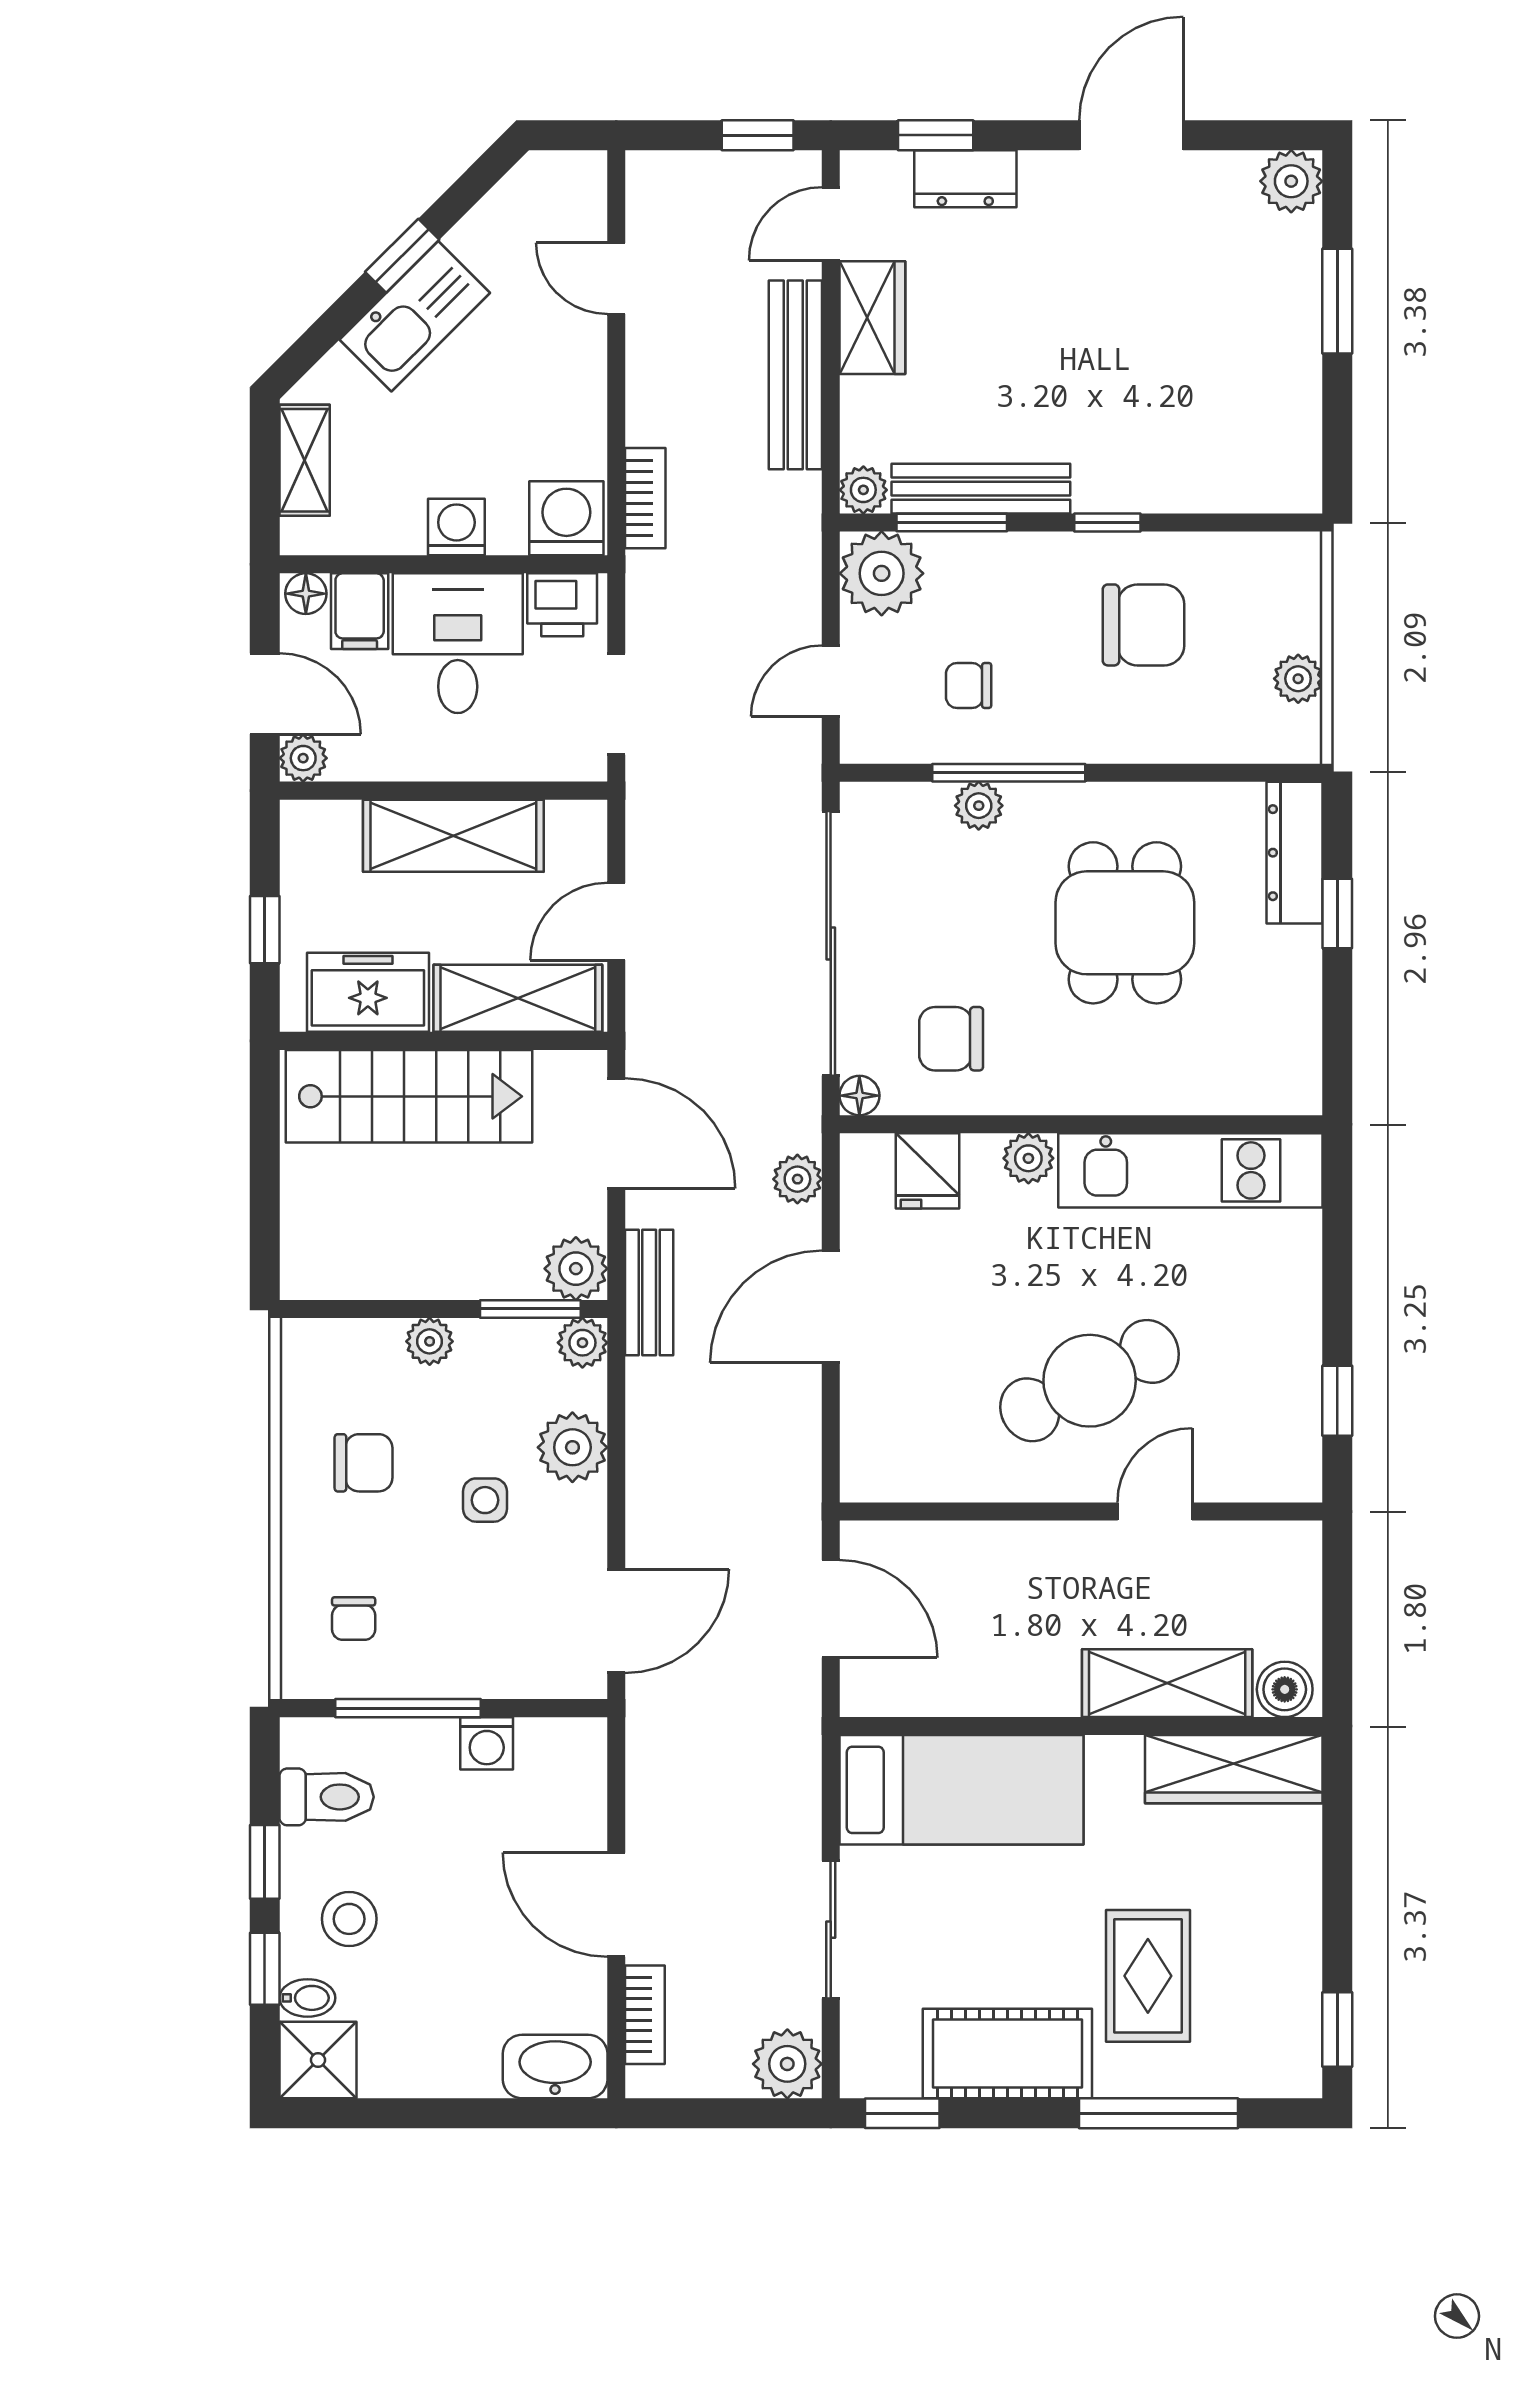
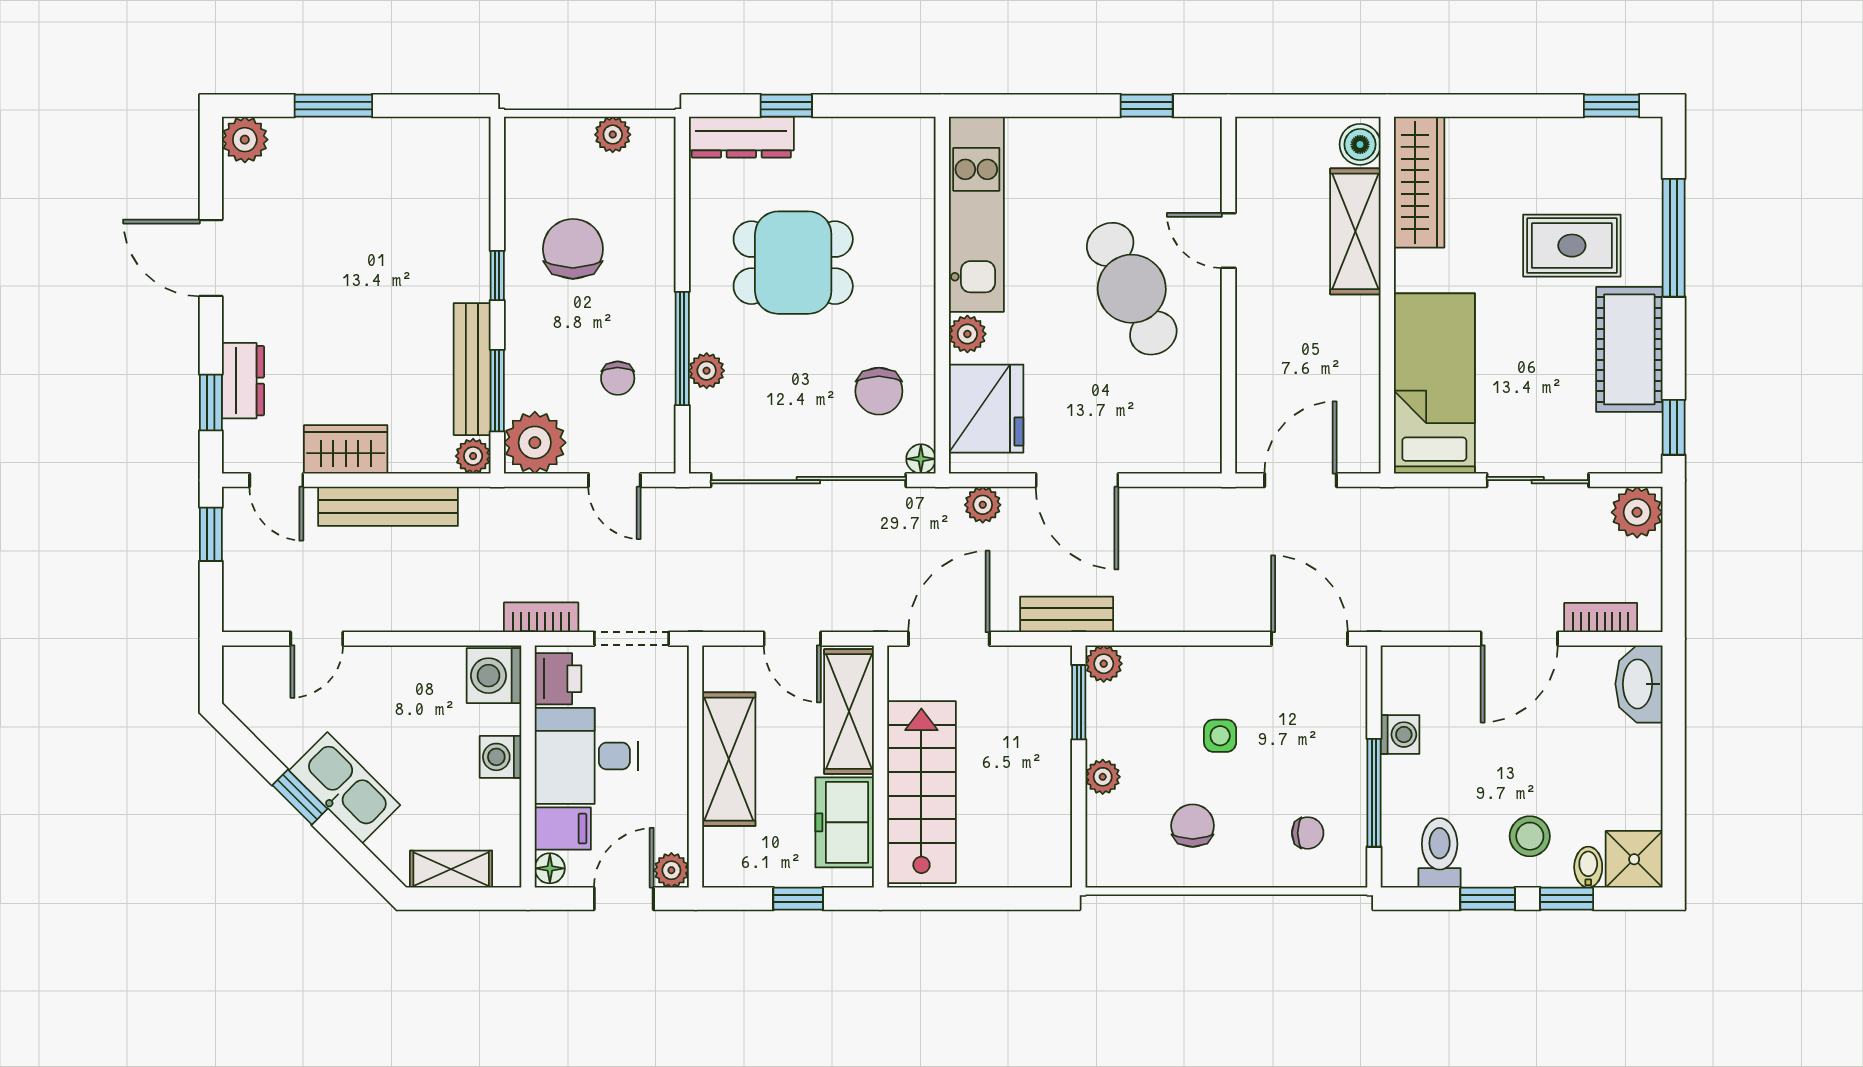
bookcase: (645, 498) -> (541, 617), moved
fridge: (927, 1171) -> (986, 409), width x1.88, depth x1.34
plant: (576, 1269) -> (1049, 669), removed
plant: (572, 1447) -> (1181, 671), removed

